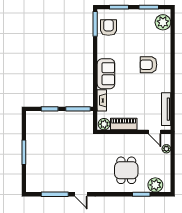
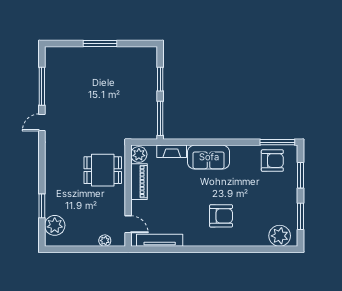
armchair: (148, 65) -> (221, 216), turned 90
door: (155, 132) -> (128, 224), swing flipped
dining table: (126, 170) -> (103, 170), moved

